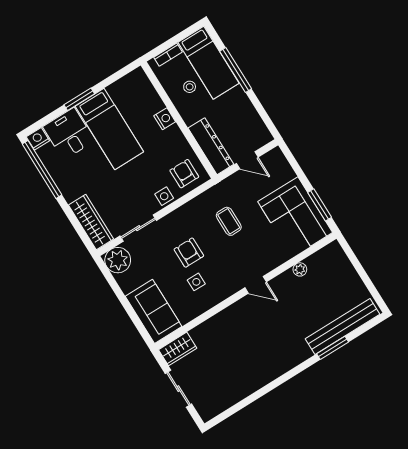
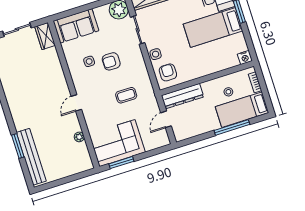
nightstand: (165, 119) -> (245, 57), moved
armchair: (184, 174) -> (168, 72), turned -90
armchair: (189, 253) -> (111, 61), turned 180

